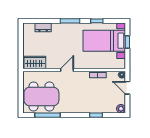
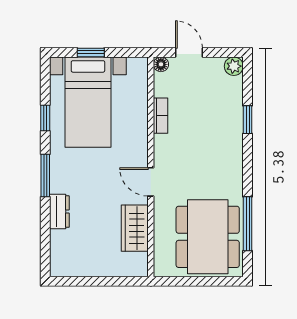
dresser: (43, 27) -> (59, 212), moved
wardrobe: (35, 62) -> (135, 228), moved
door: (127, 88) -> (189, 52), swing flipped

